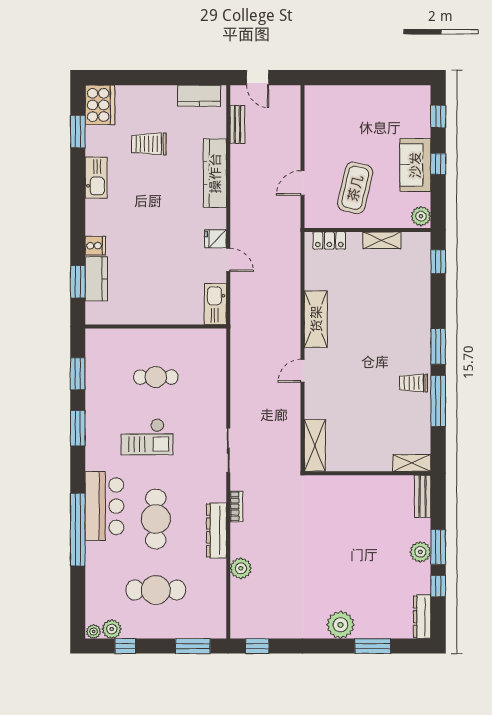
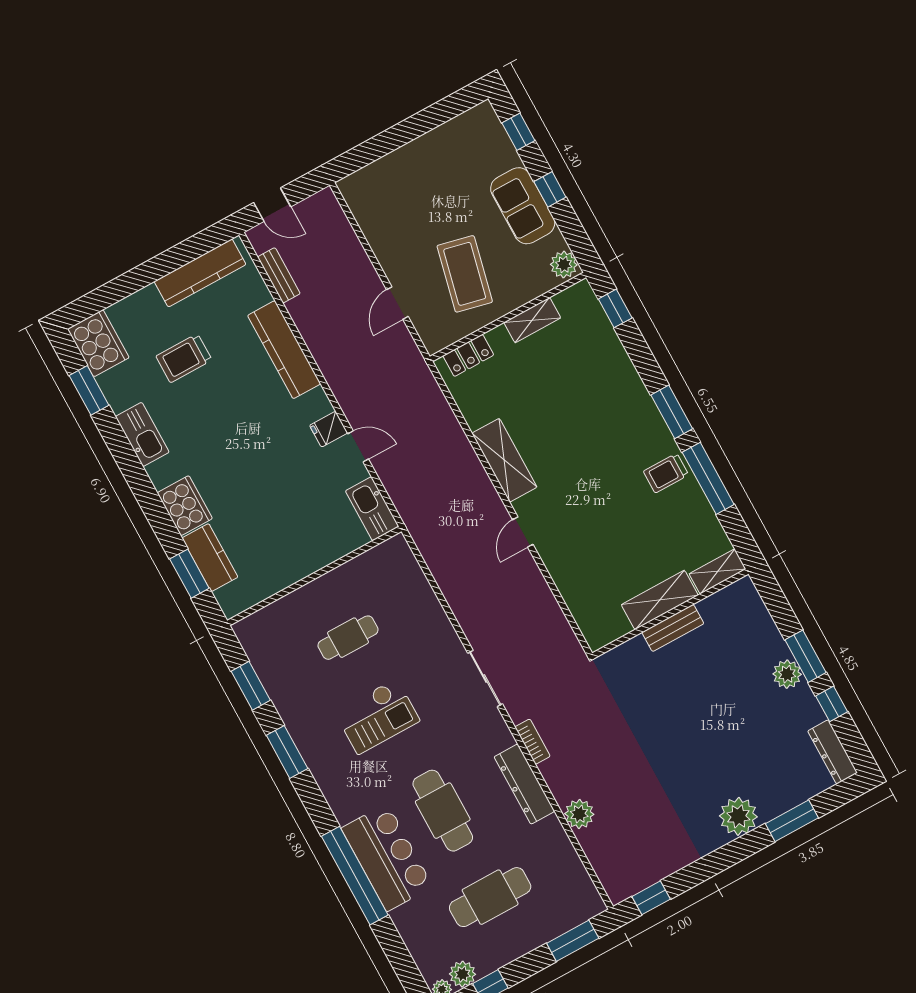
kitchen counter: (199, 96) -> (200, 273), width x1.50
cooker: (95, 246) -> (185, 506), width x1.87, depth x1.31
shelving: (315, 445) -> (660, 600), moved, turned 90
bench: (423, 496) -> (673, 628), moved, turned 90
bar counter: (104, 506) -> (387, 857), moved

